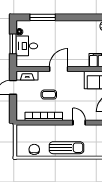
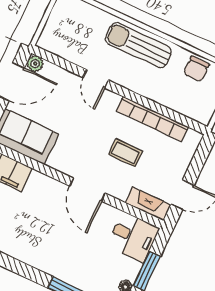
desk: (27, 46) -> (133, 237), moved
door: (59, 69) -> (87, 190), hinge flipped

